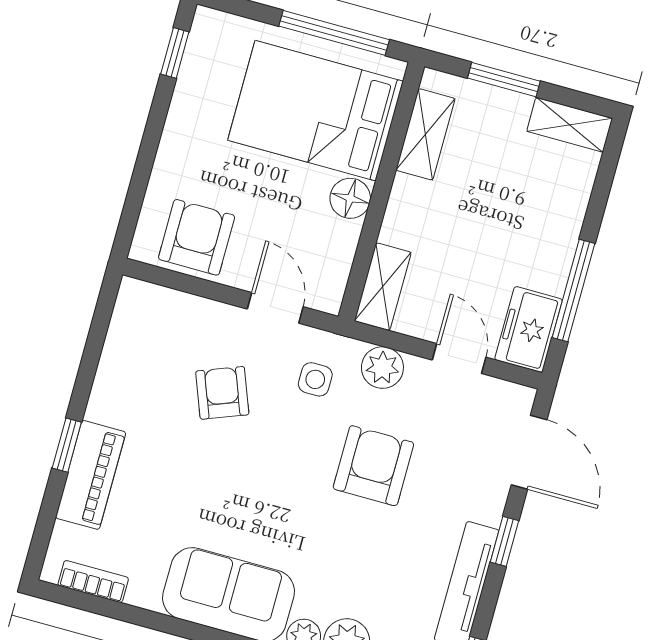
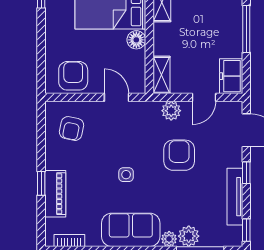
window: (574, 290) -> (246, 29), moved
door: (459, 359) -> (204, 97), swing flipped
side table: (315, 379) -> (126, 175), moved
armchair: (222, 393) -> (71, 129), moved, turned -147

